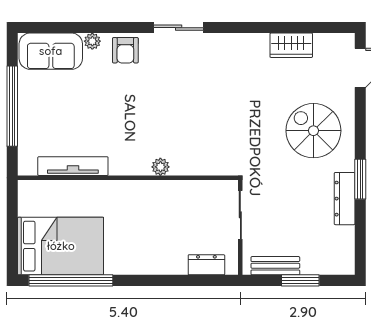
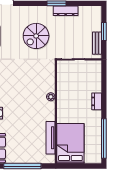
spiral stairs: (313, 131) -> (36, 36), moved
bed: (61, 246) -> (70, 143), moved
dresser: (206, 265) -> (97, 101), moved

